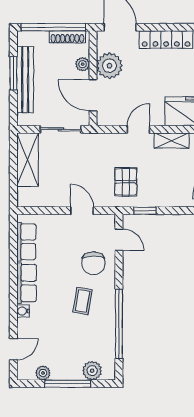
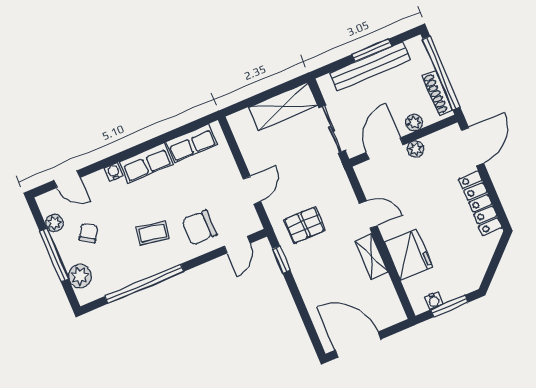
plant: (109, 66) -> (416, 149), width x0.53, depth x0.53
chair: (62, 350) -> (88, 233), added

